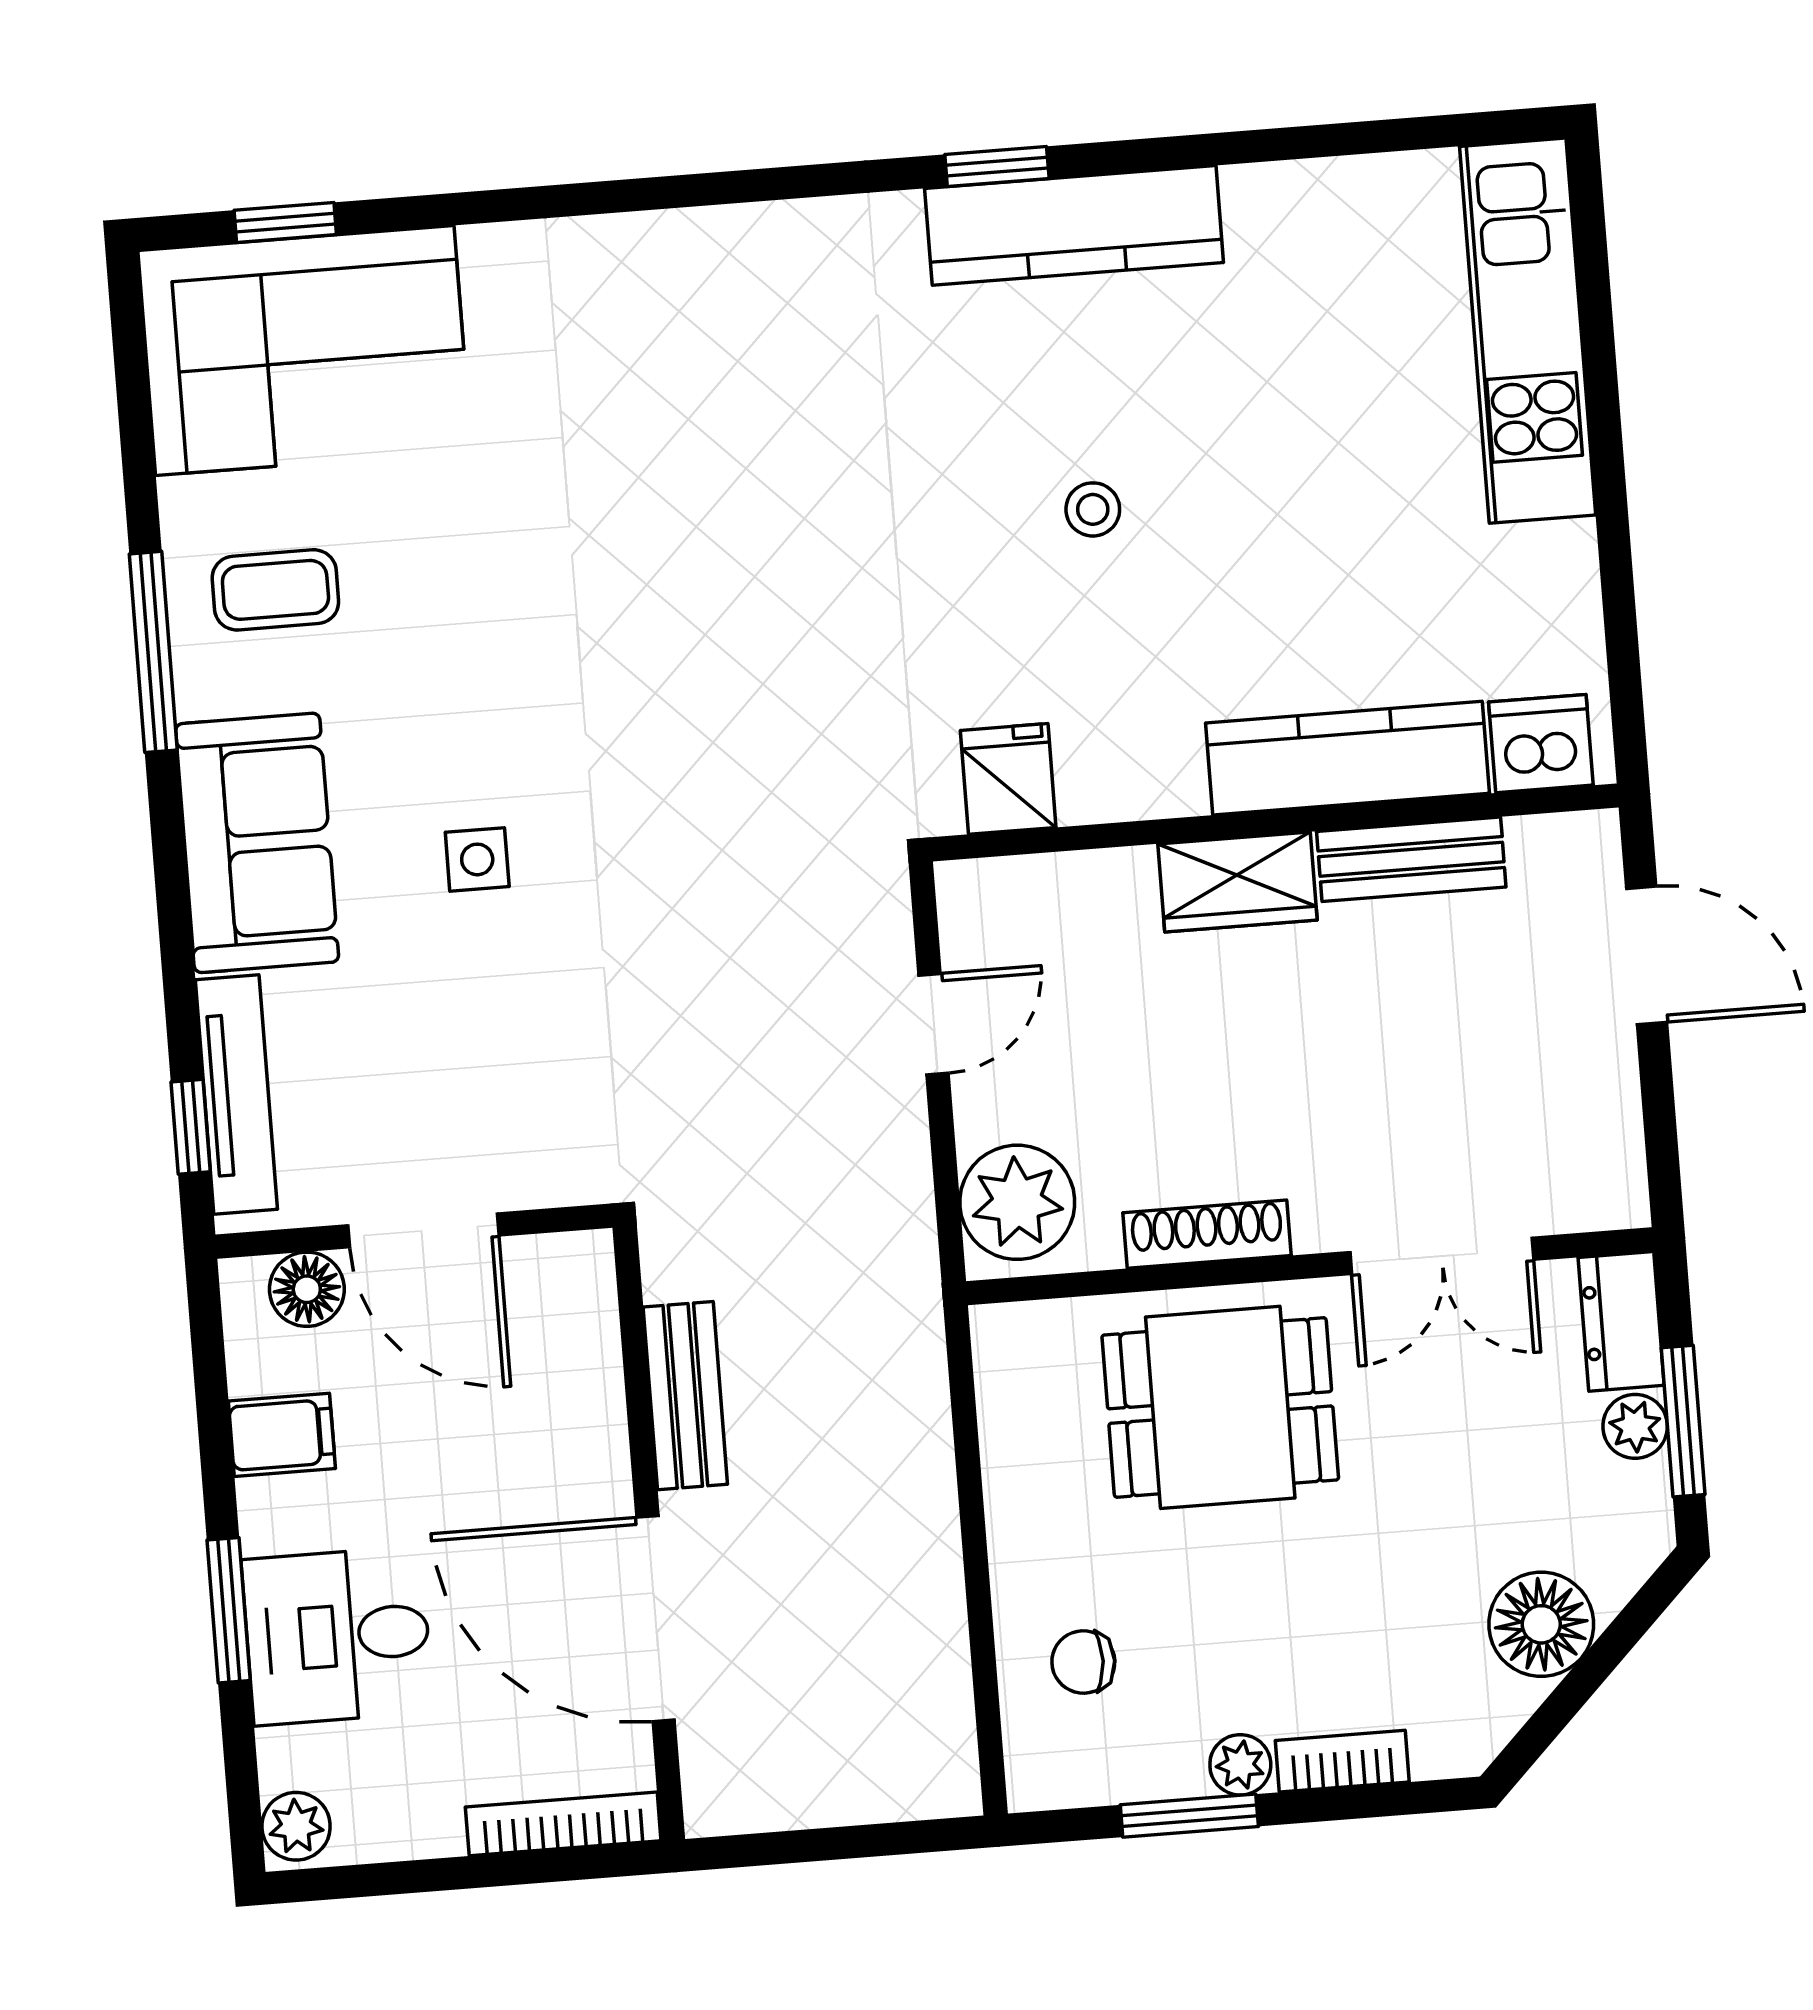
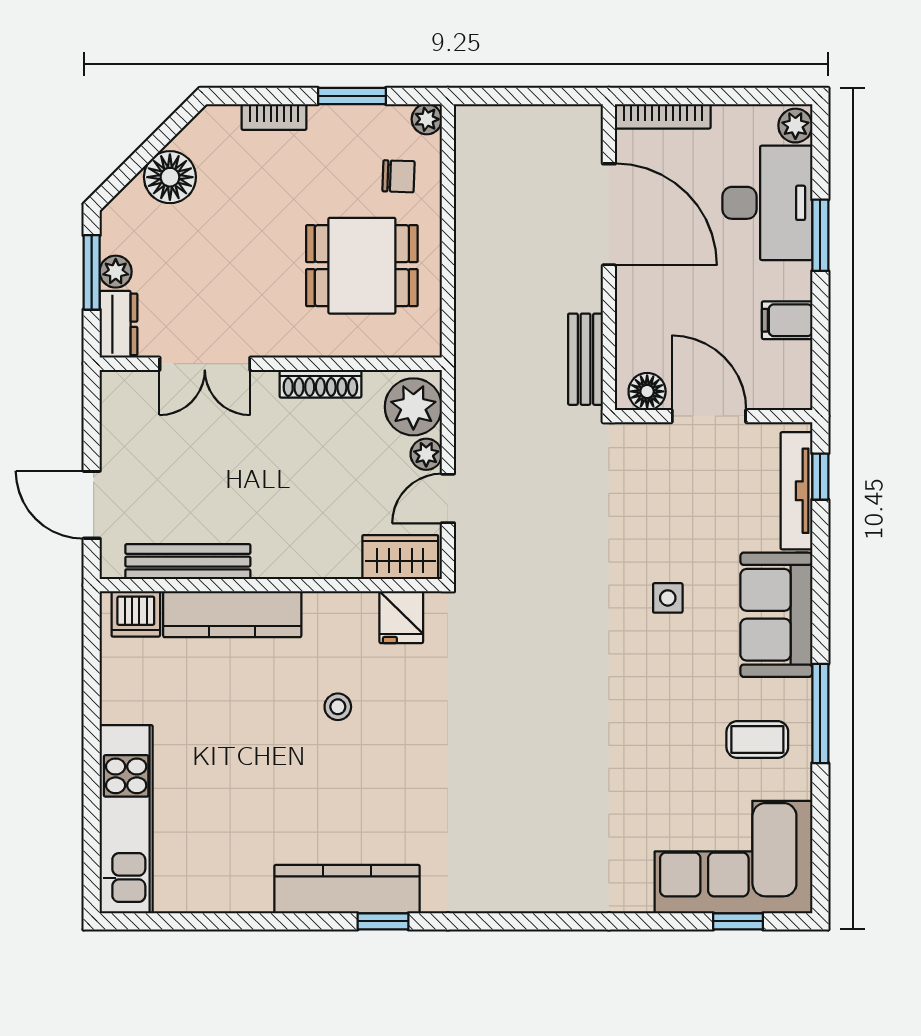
stool: (1093, 509) -> (338, 707), moved
bench: (1411, 859) -> (188, 562), width x1.36
wardrobe: (1238, 882) -> (400, 557), moved
plant: (984, 1109) -> (426, 454), added
double door: (1442, 1256) -> (205, 364), swing flipped
floor lamp: (307, 1289) -> (647, 391), moved
bench: (685, 1396) -> (585, 359), moved
dining table: (1220, 1407) -> (362, 266), moved
desk: (338, 1636) -> (767, 203), width x1.37
plant: (1240, 1765) -> (427, 119), moved

